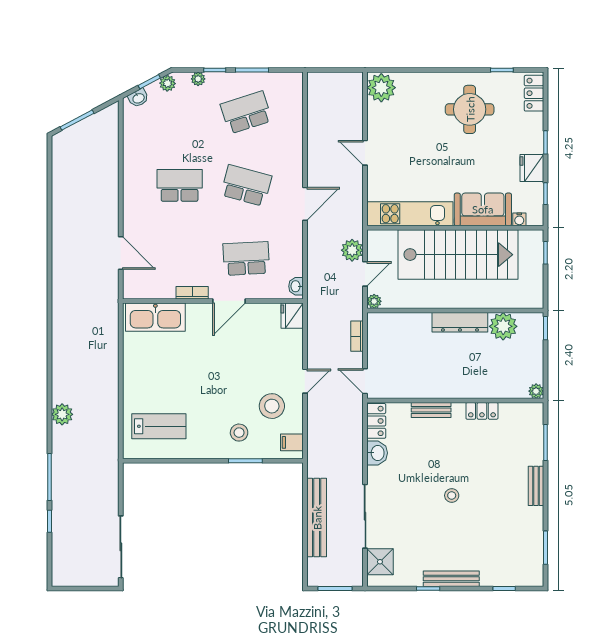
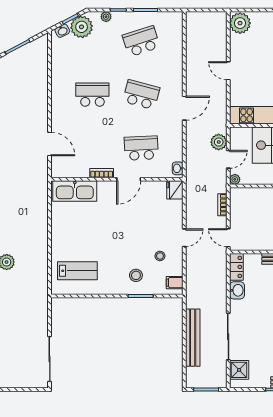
plant: (168, 83) -> (82, 27), width x1.87, depth x1.87
stool: (272, 406) -> (160, 256), width x0.53, depth x0.53

